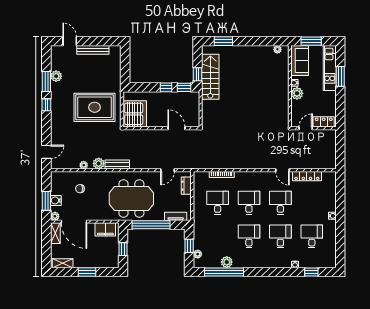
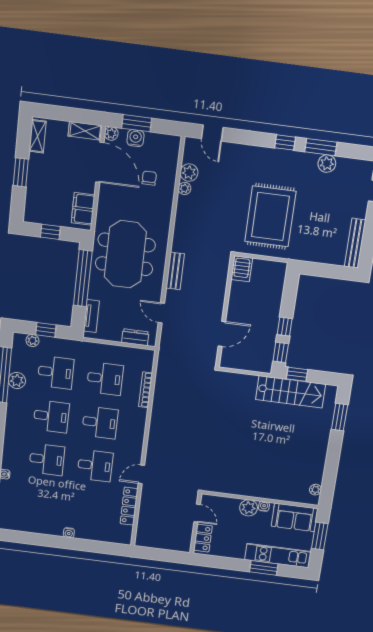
bench: (93, 50) -> (355, 243), moved
server rack: (135, 114) -> (242, 269), width x0.46, depth x0.70
plant: (99, 163) -> (189, 173), moved
bench: (117, 165) -> (175, 271), moved
door: (74, 222) -> (100, 162), swing flipped
desk: (312, 236) -> (56, 372), moved

